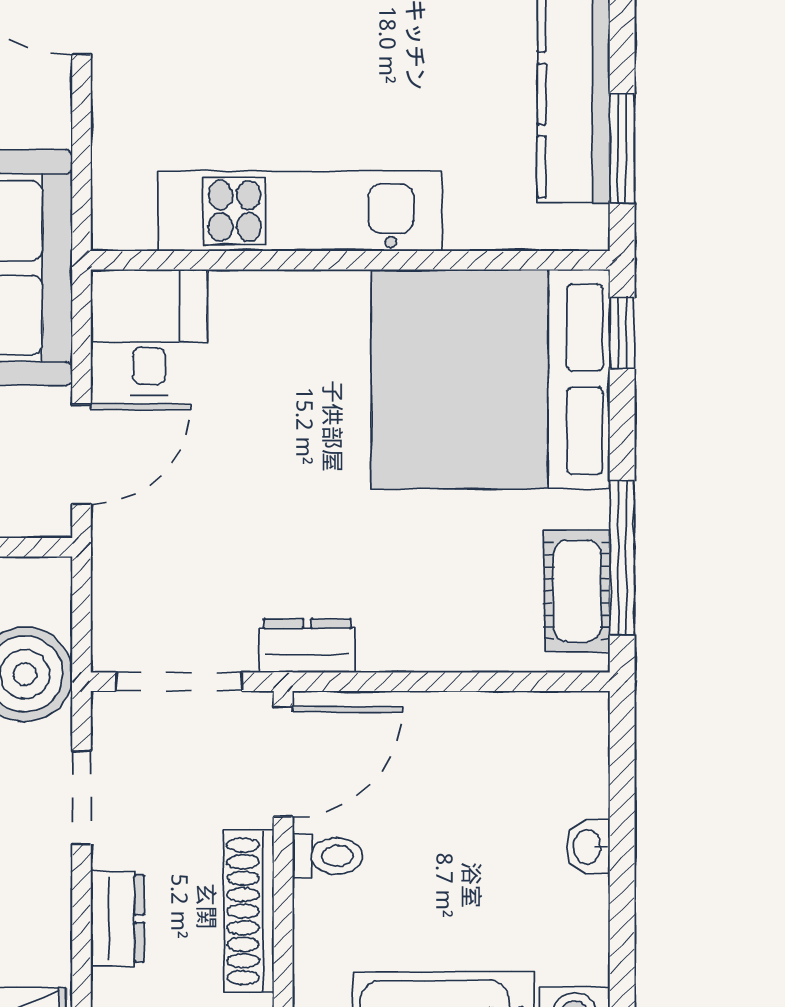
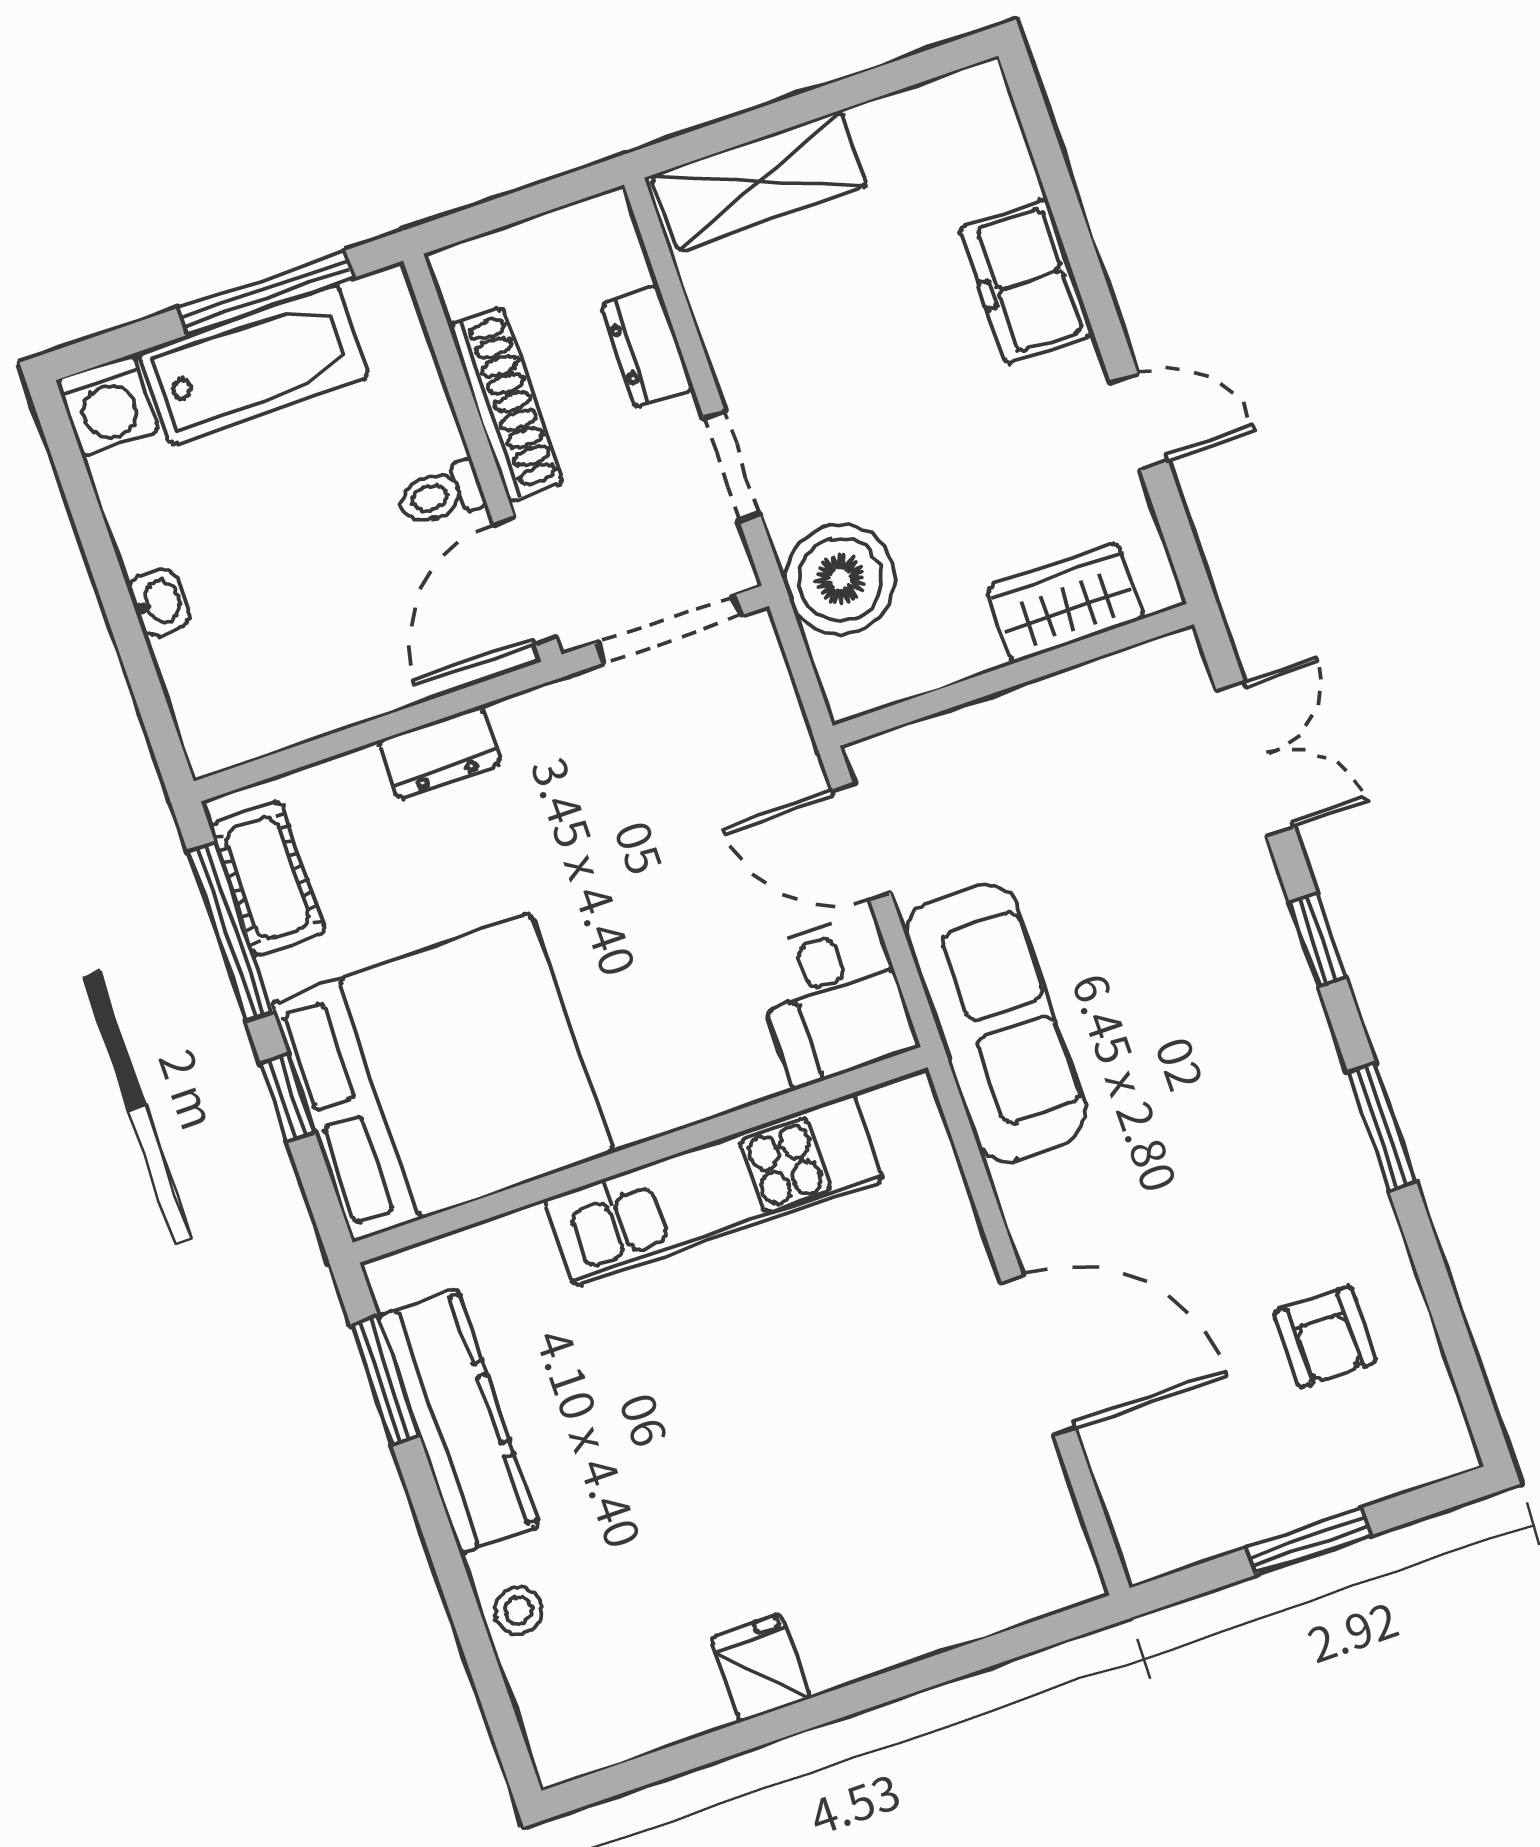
window: (622, 333) -> (288, 1098), moved
door: (82, 454) -> (861, 841), hinge flipped
dresser: (307, 646) -> (439, 752), moved

